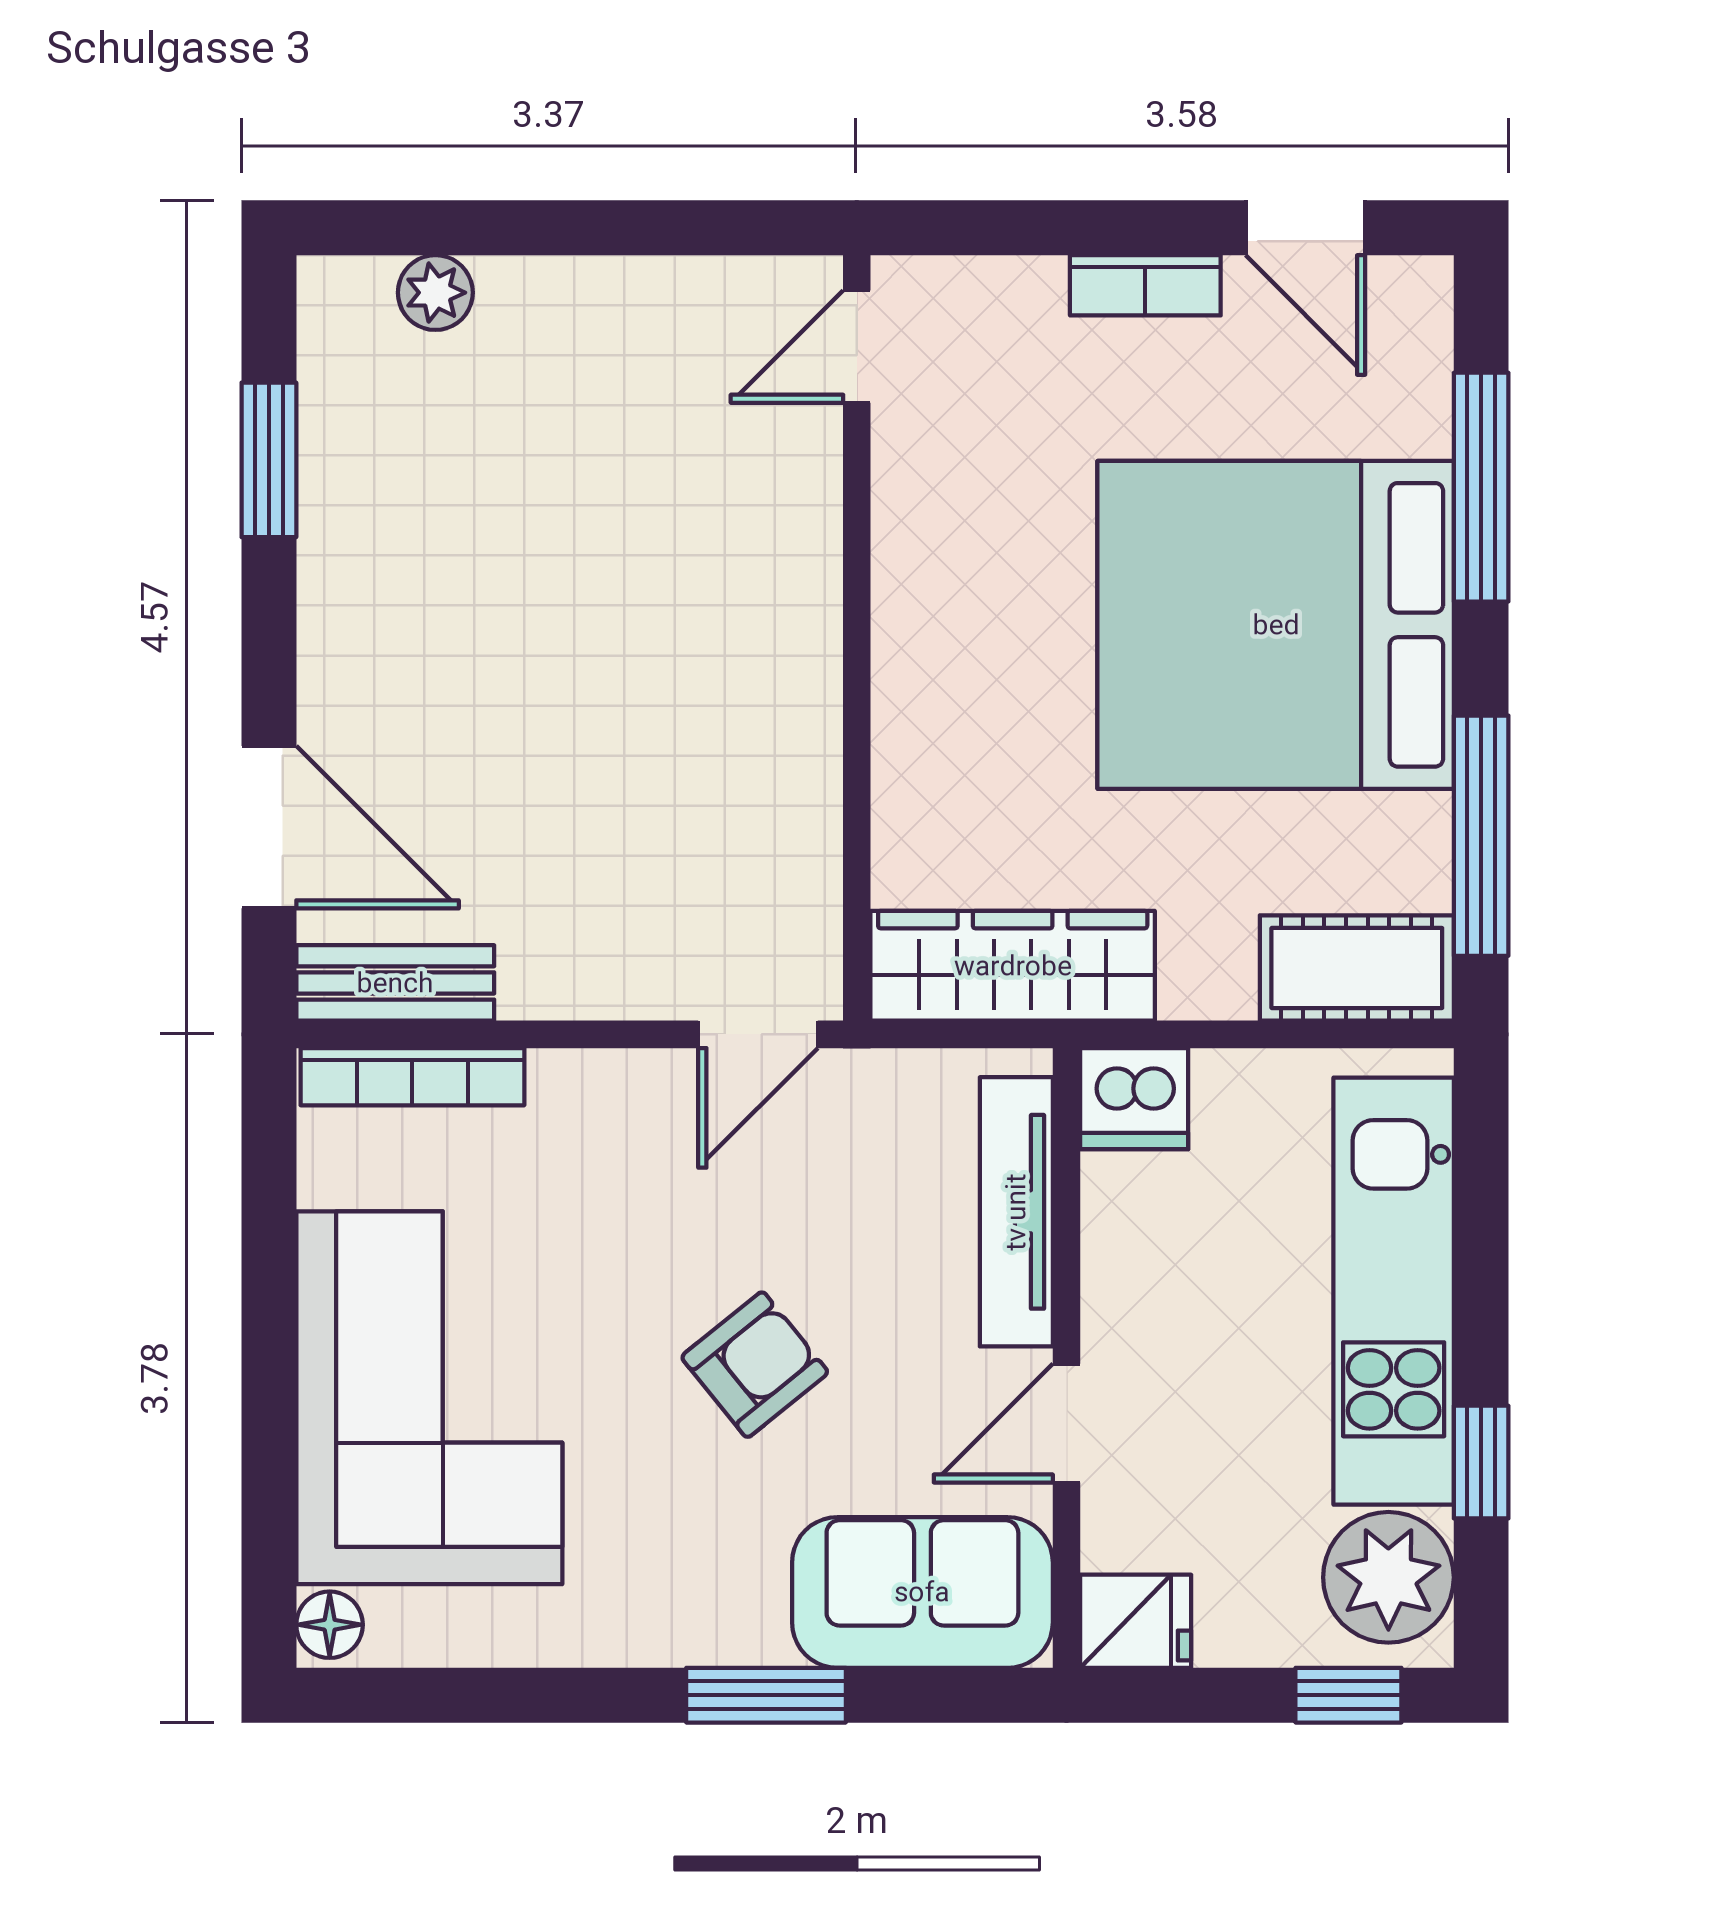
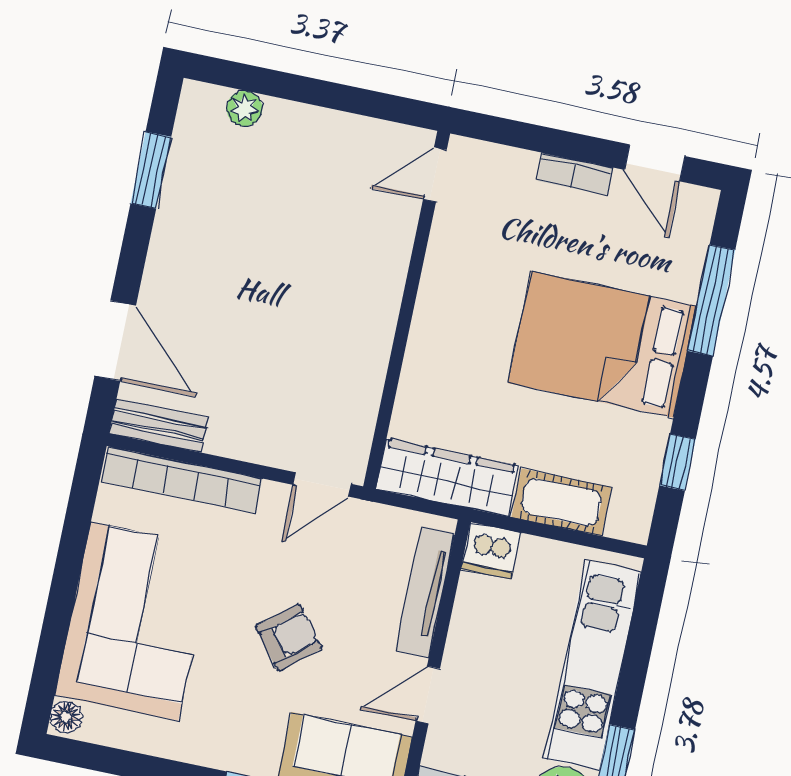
bed: (1276, 625) -> (602, 344), width x0.73
window: (1481, 836) -> (677, 462), width x0.46
cot: (1357, 968) -> (561, 502), moved
bookcase: (412, 1077) -> (182, 480), width x1.48, depth x1.31

